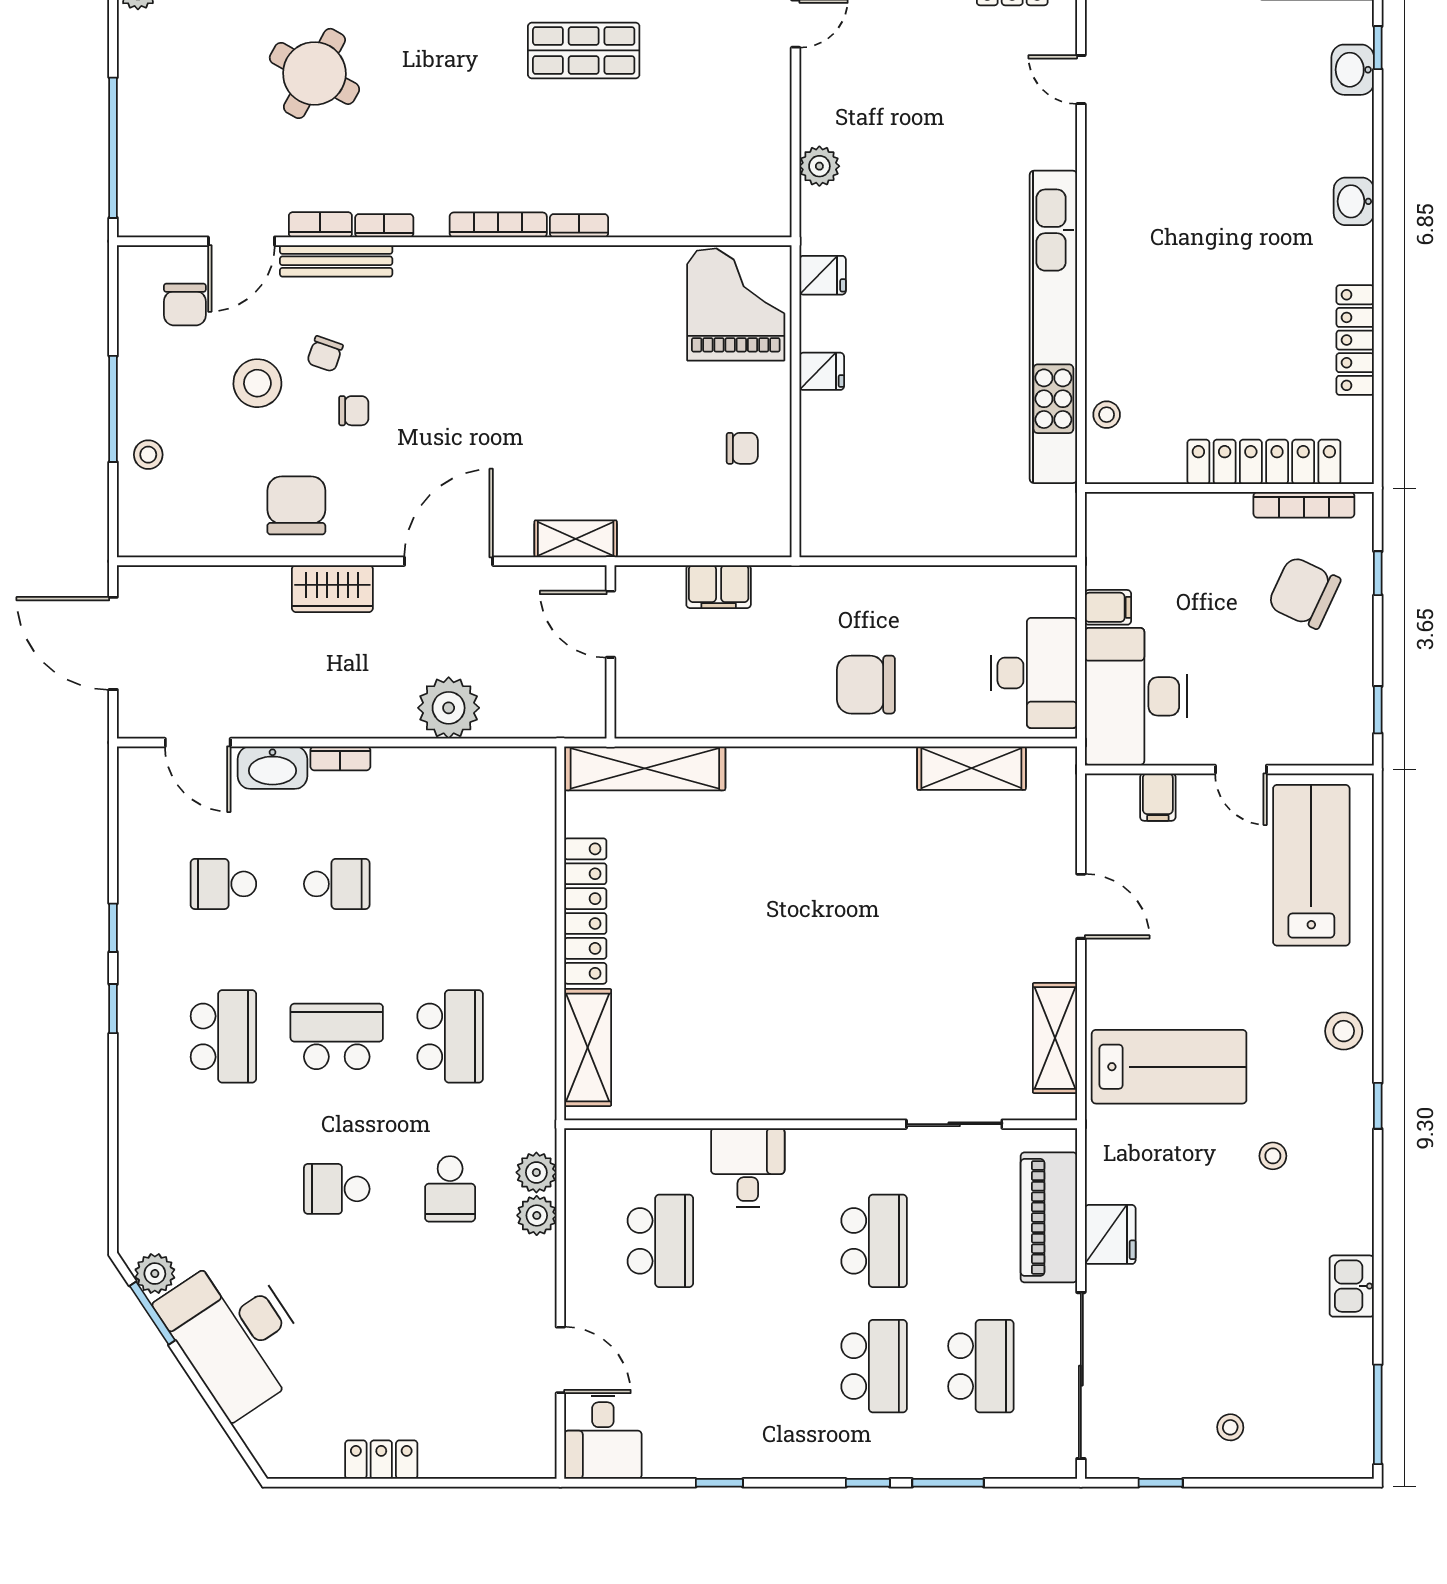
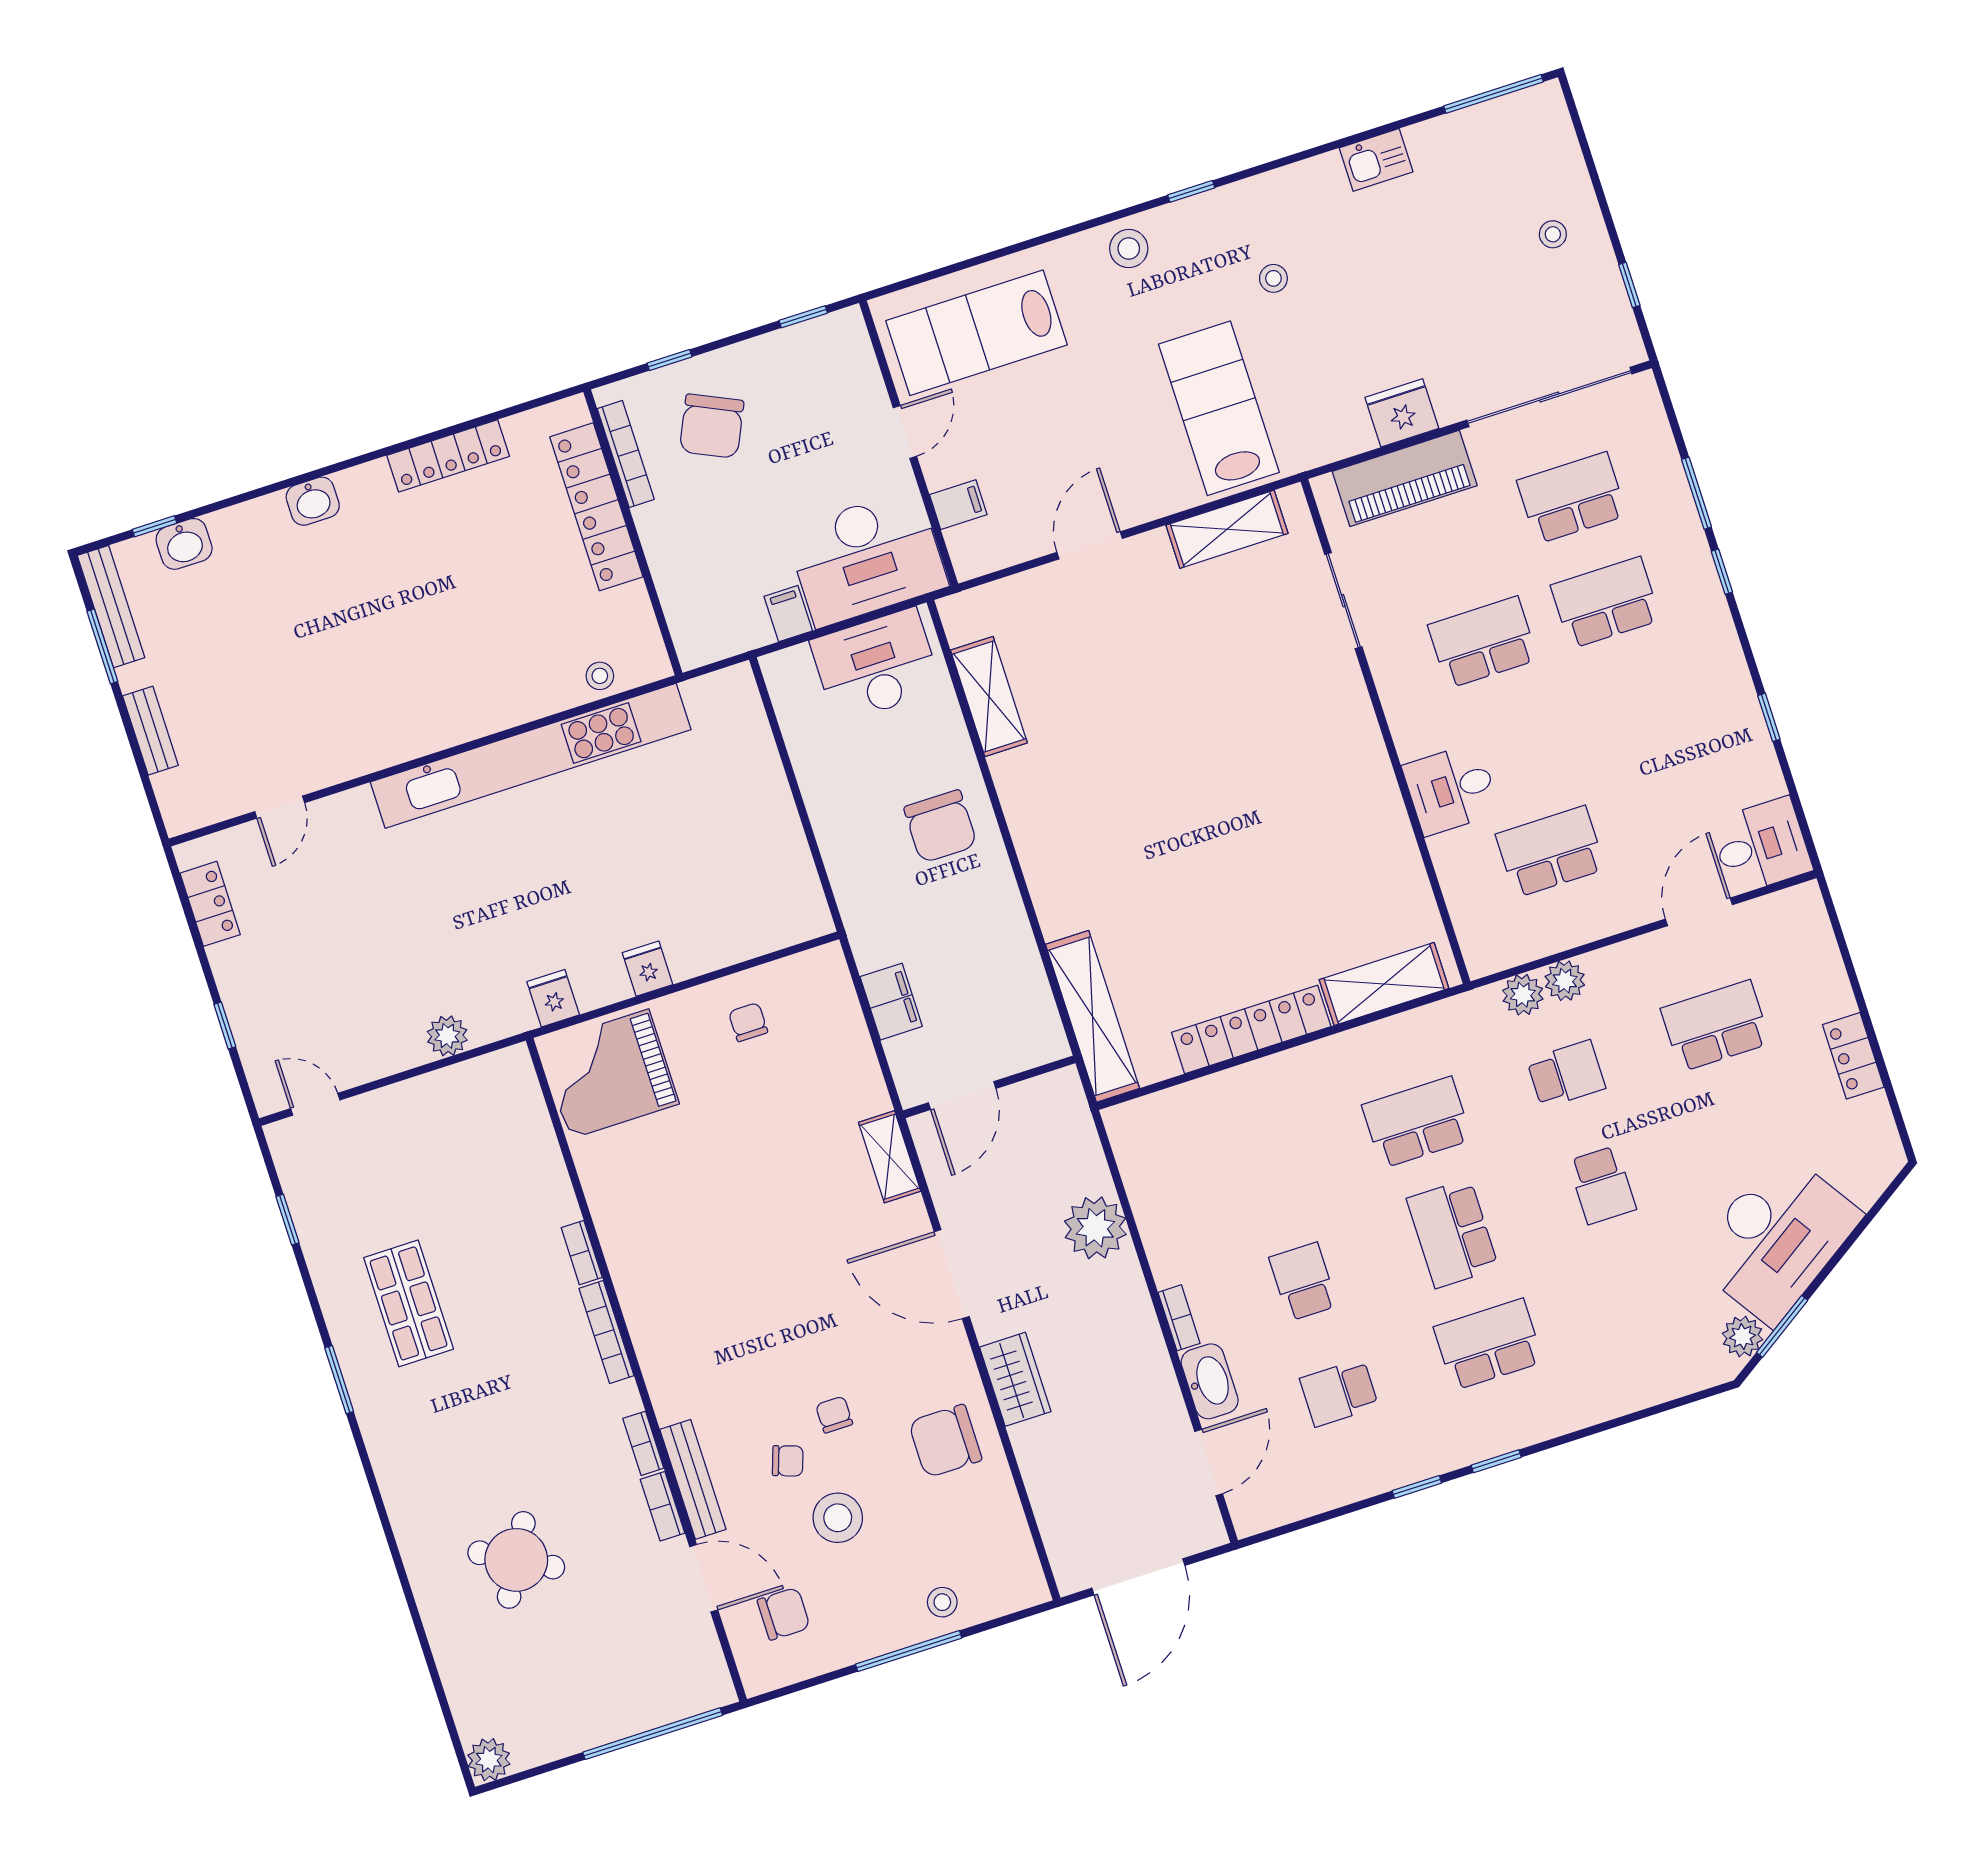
school desk: (223, 884) -> (1339, 1393), turned 90
school desk: (450, 1341) -> (1716, 1026), added

